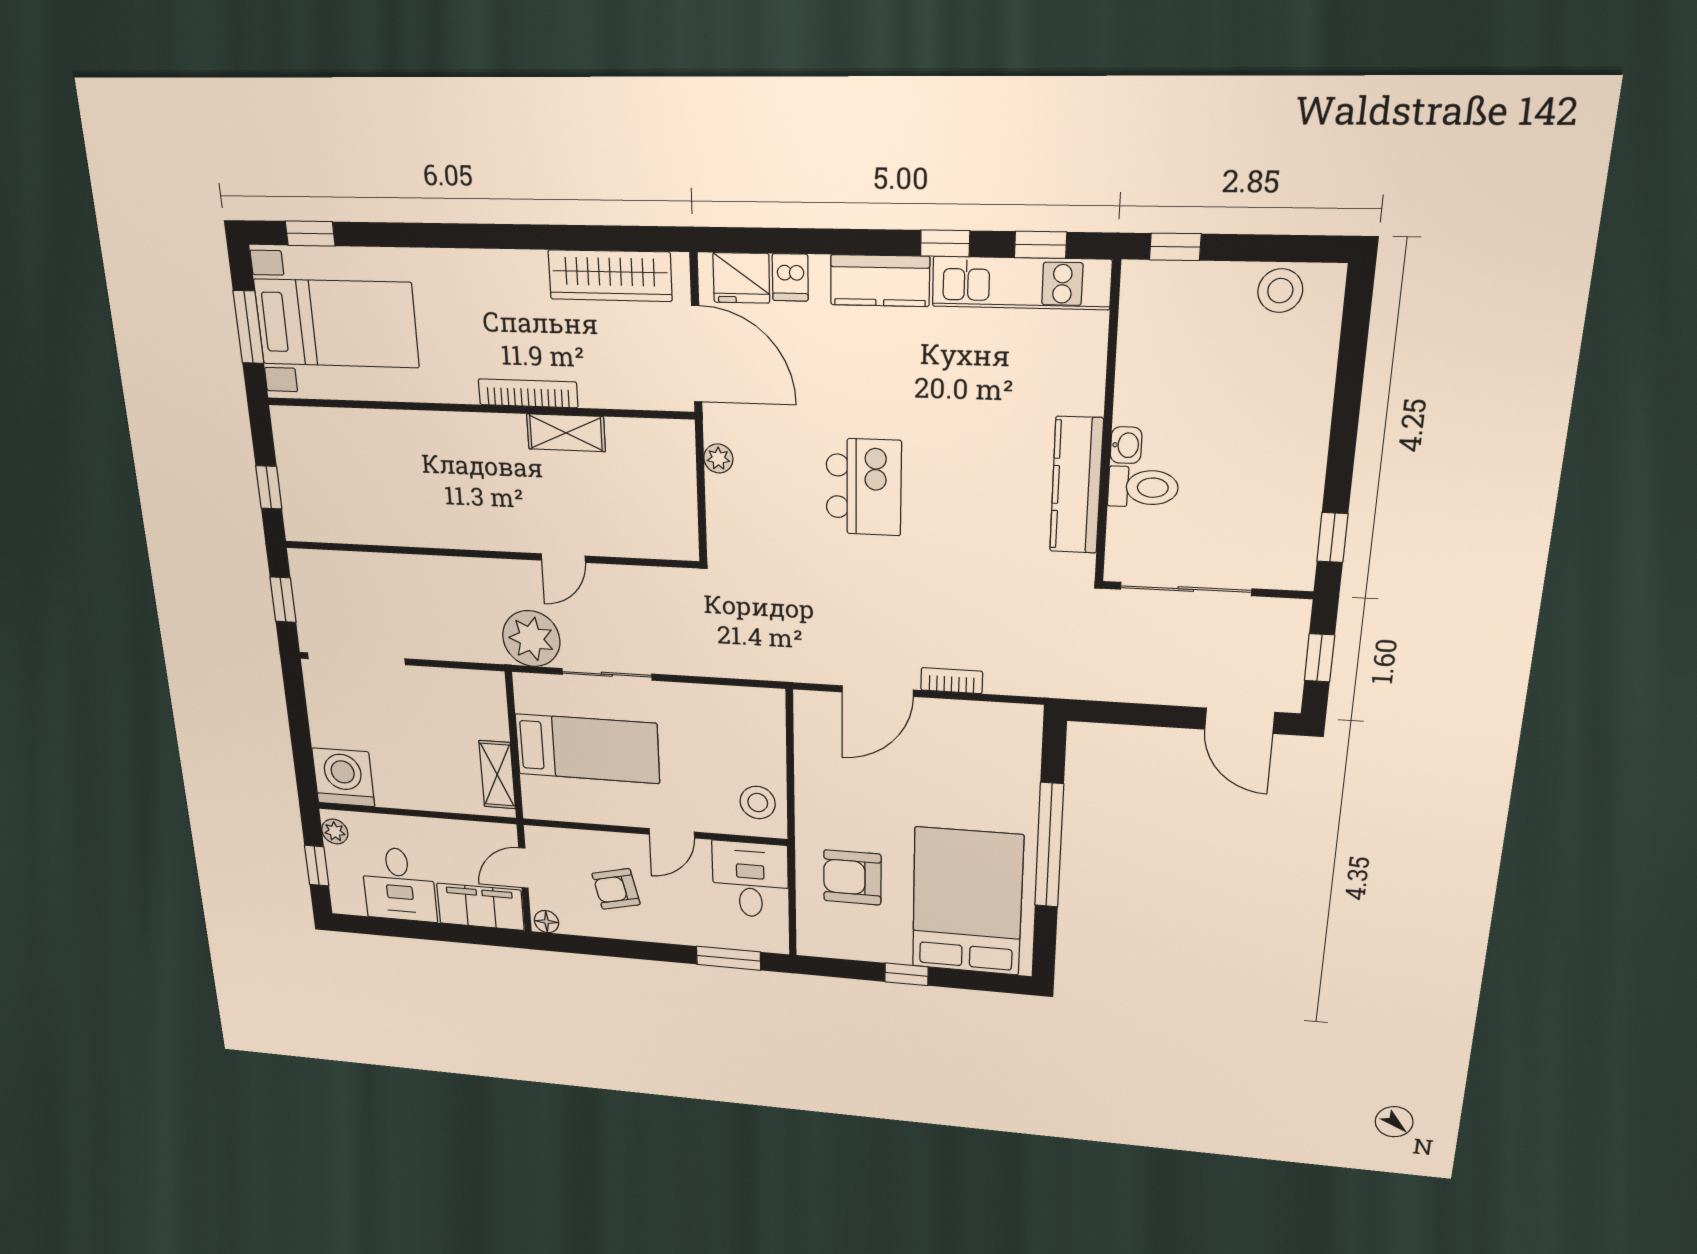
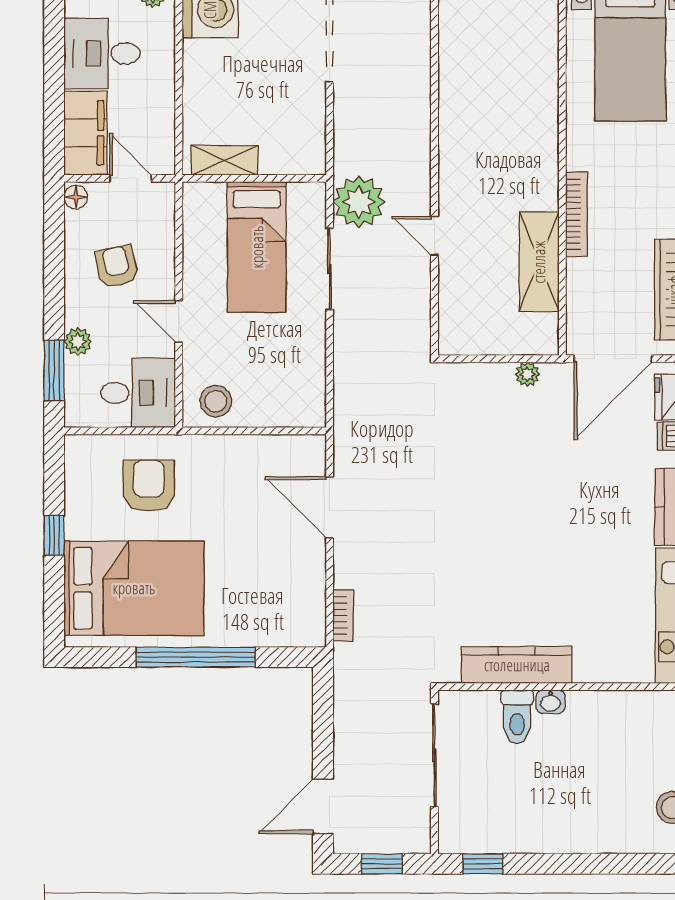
shelving: (566, 433) -> (539, 262), width x1.50, depth x1.33
kitchen island: (864, 487) -> (508, 495), removed
bookcase: (952, 681) -> (343, 616), moved
plant: (697, 933) -> (78, 342), added

